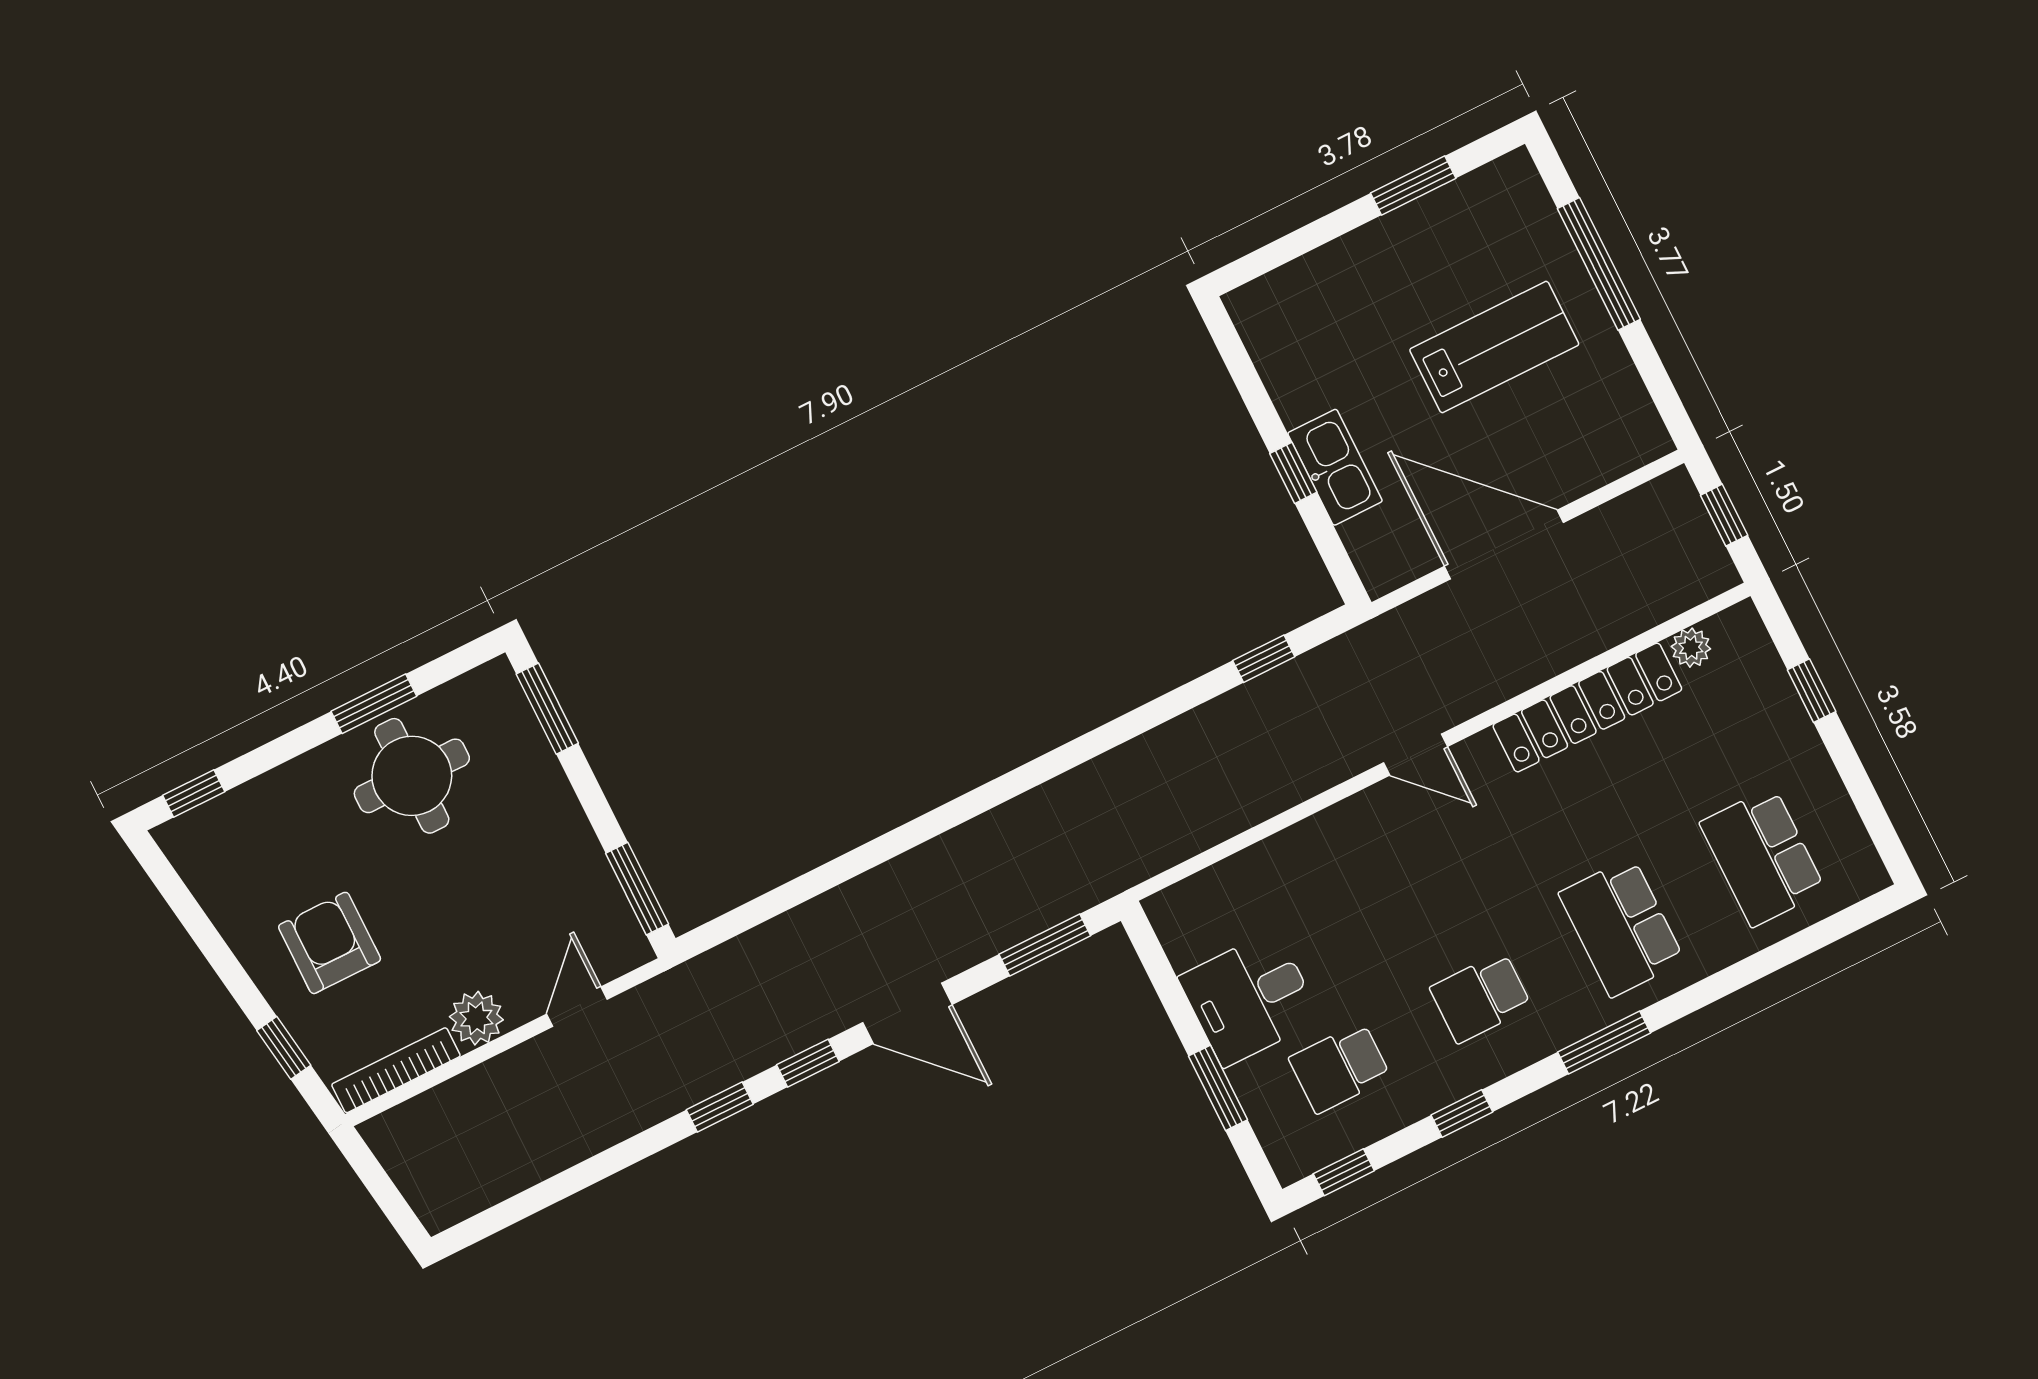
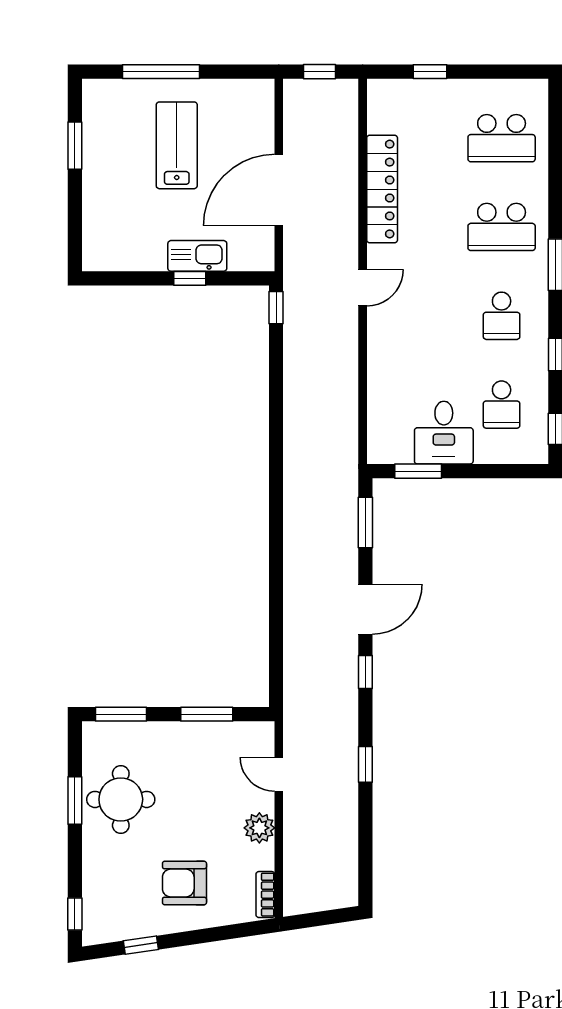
plant: (1691, 648) -> (378, 122), removed
window: (1264, 659) -> (276, 308), moved
window: (637, 889) -> (207, 714), moved
window: (284, 1048) -> (141, 945), moved
bookcase: (396, 1070) -> (265, 895), width x0.64
window: (1218, 1088) -> (418, 471), moved
window: (720, 1107) -> (365, 764), moved

